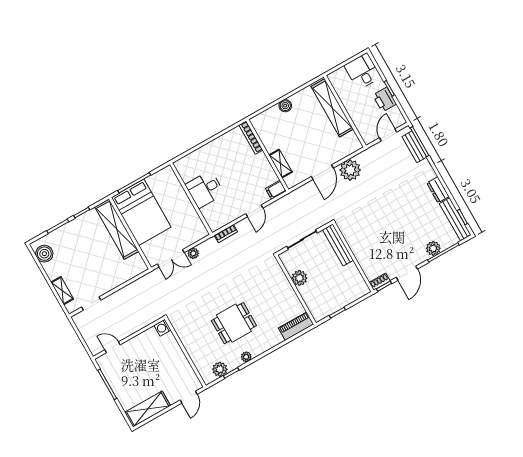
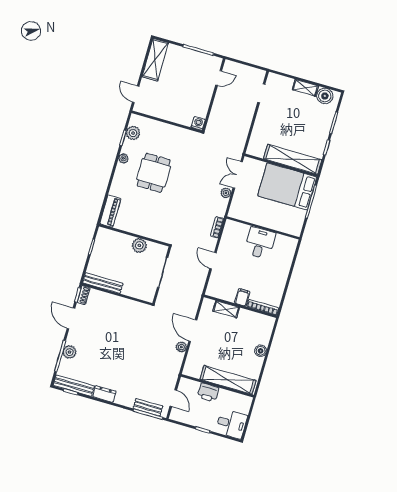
printer: (385, 100) -> (208, 392), moved, turned 180
plant: (350, 170) -> (181, 347), width x0.53, depth x0.53
filing cabinet: (276, 190) -> (242, 297), moved
bench: (338, 245) -> (103, 283), moved
shelving: (62, 291) -> (305, 88), moved

